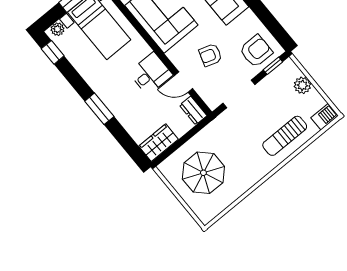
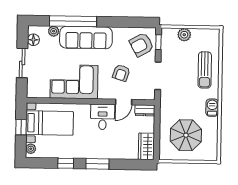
armchair: (256, 51) -> (141, 45), turned -119
window: (53, 52) -> (66, 163), moved
barbecue: (325, 117) -> (212, 108), moved

